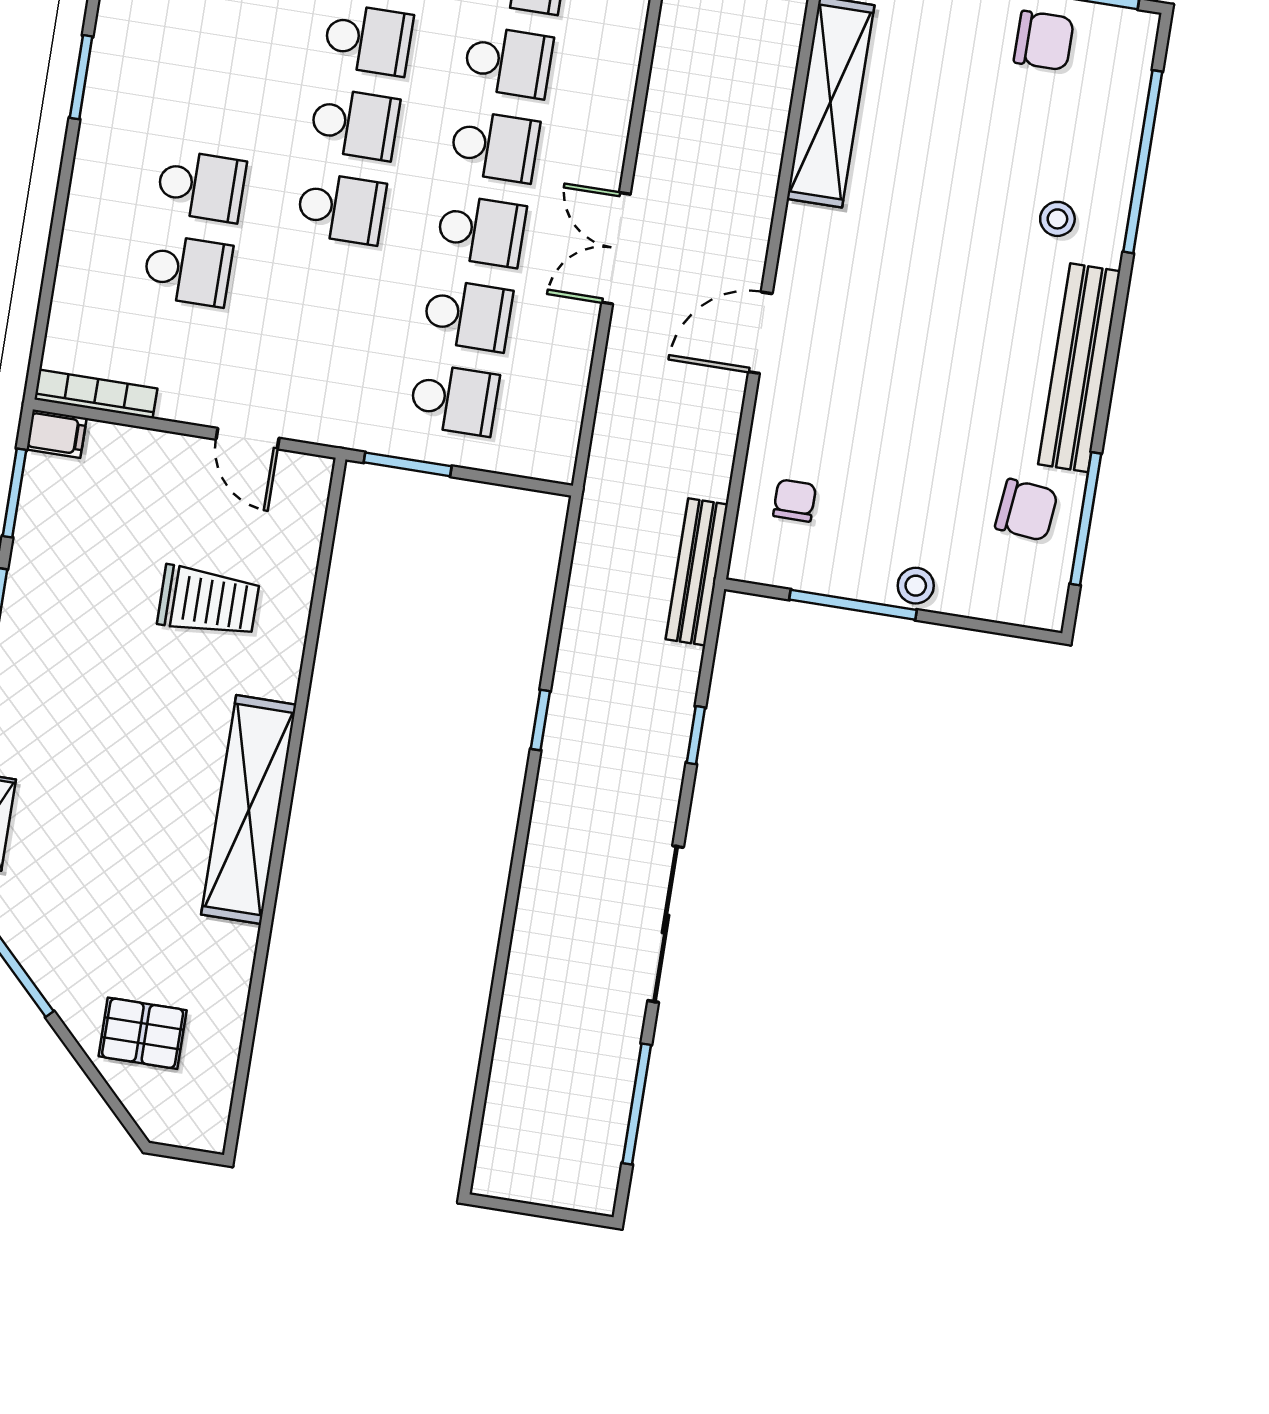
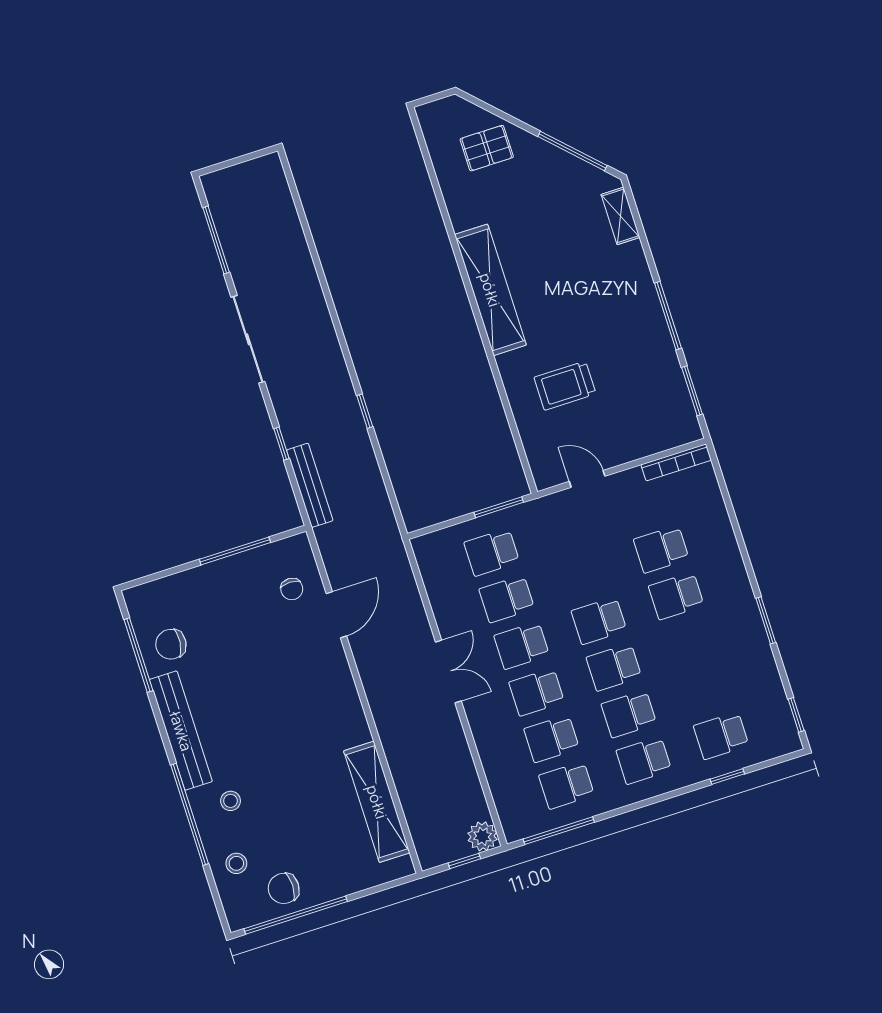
window: (1143, 162) -> (190, 814), moved
door: (760, 333) -> (336, 615), moved
filing cabinet: (56, 434) -> (686, 432), removed
bench: (697, 572) -> (310, 485), moved
stool: (916, 586) -> (236, 863), moved

